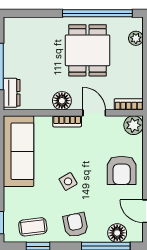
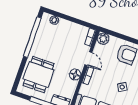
dining table: (88, 50) -> (39, 74), moved, turned 90
door: (94, 113) -> (88, 59), swing flipped

